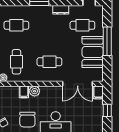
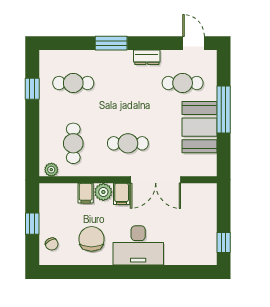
double door: (78, 84) -> (156, 180), moved
filing cabinet: (98, 92) -> (122, 194), moved
window: (107, 110) -> (224, 243), moved
chair: (27, 120) -> (91, 239), turned 180

